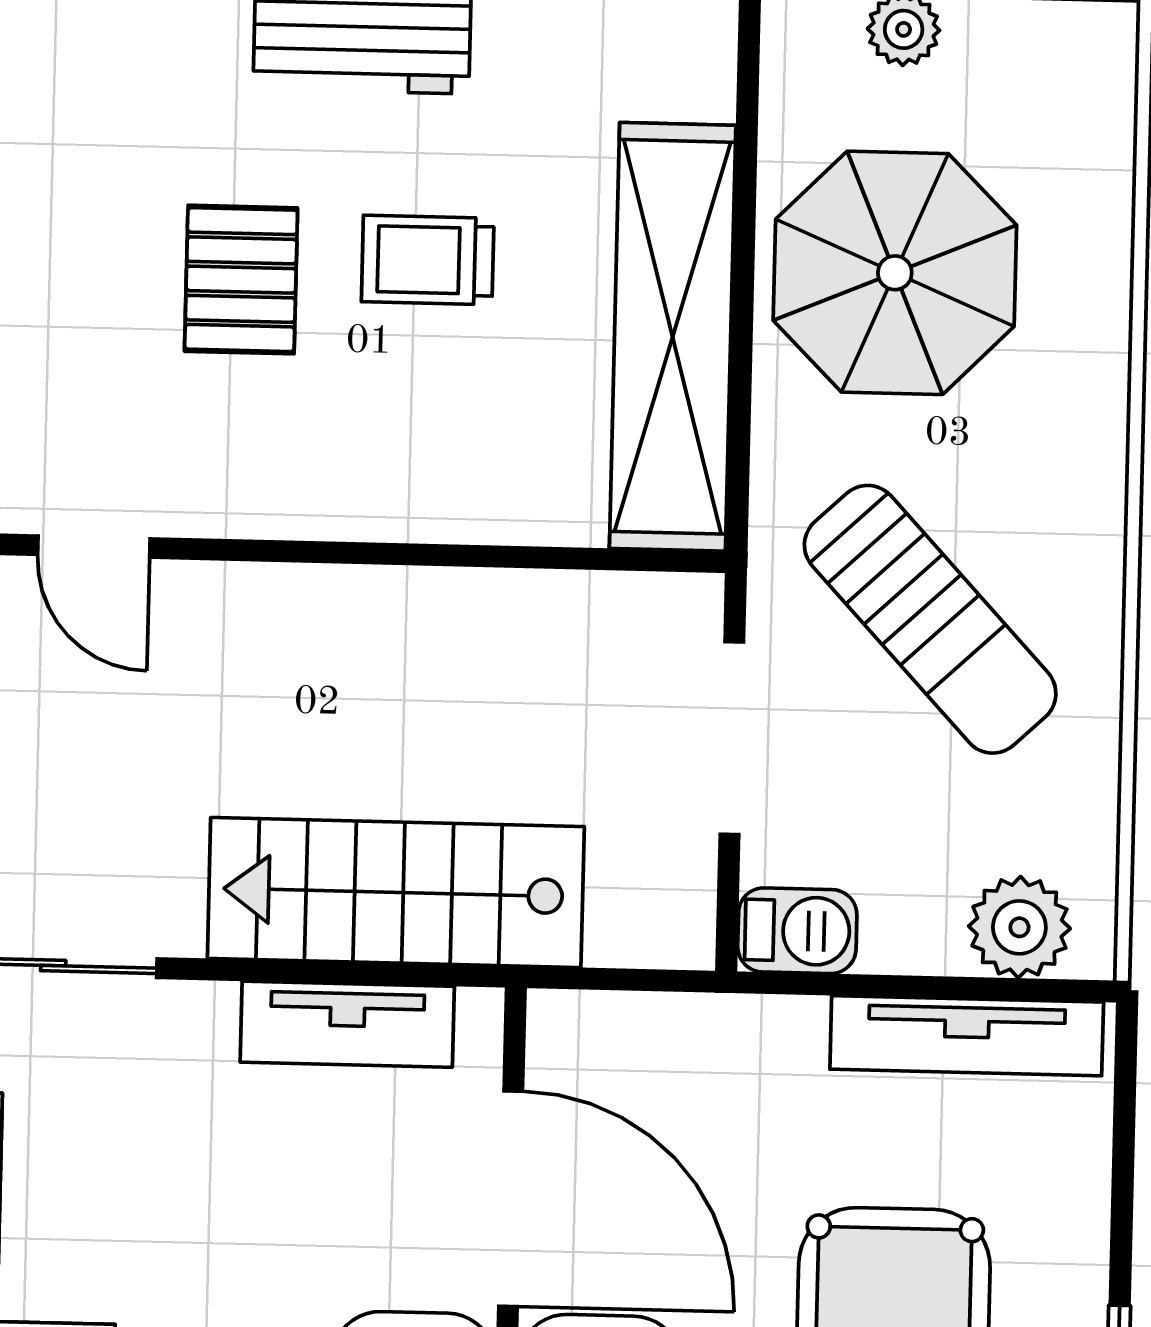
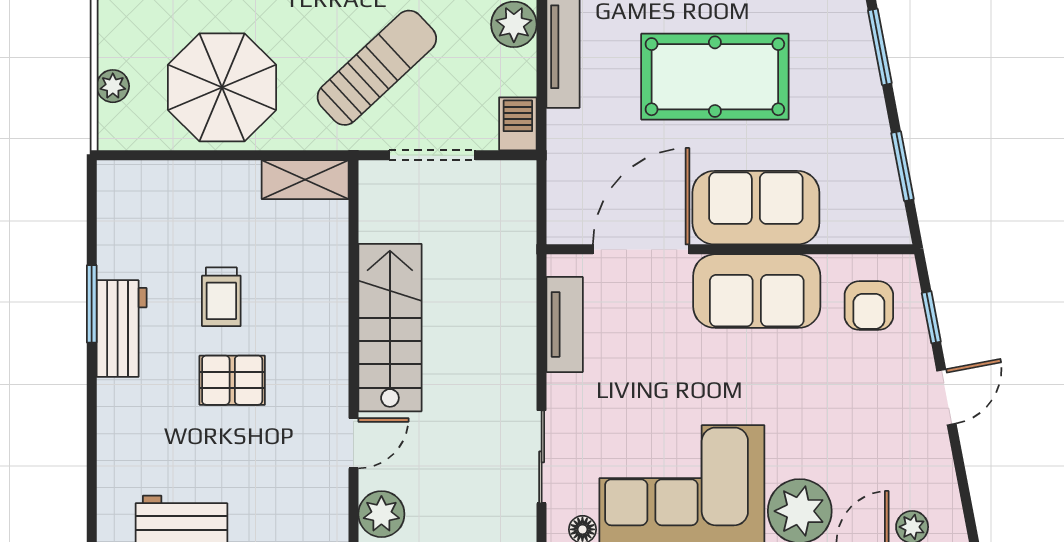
shelving: (673, 337) -> (305, 180), width x0.45, depth x0.75
stairs: (396, 892) -> (390, 328), moved, turned 180

